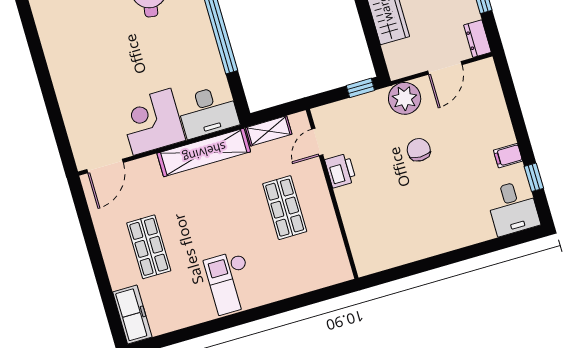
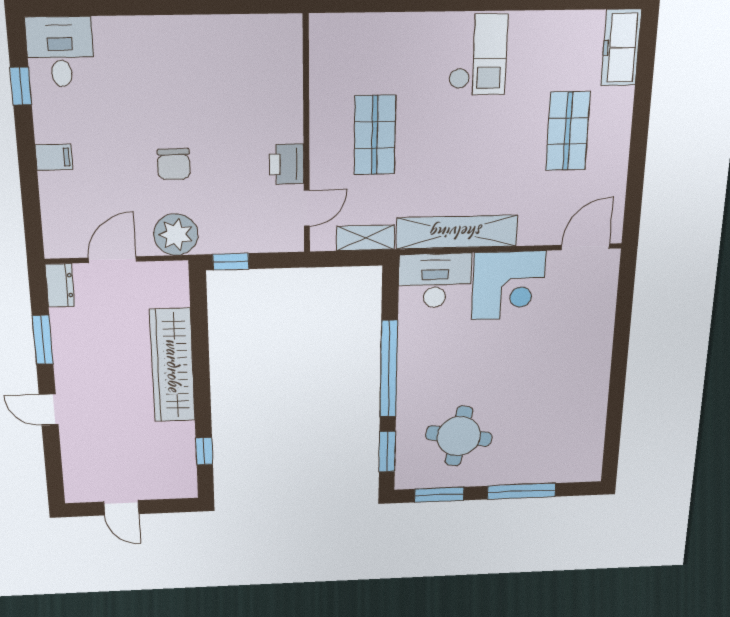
filing cabinet: (508, 156) -> (54, 157), moved

